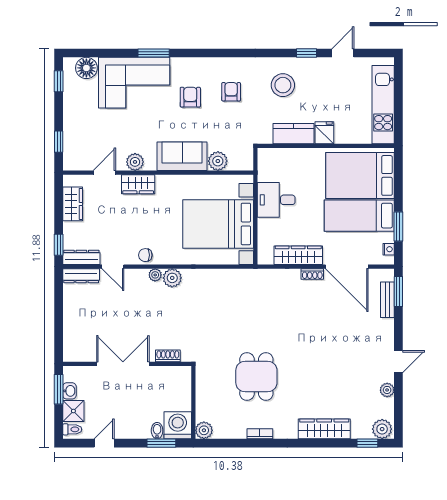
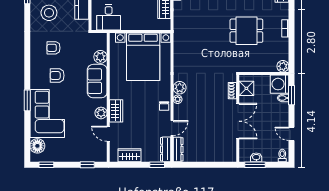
desk: (276, 200) -> (109, 17), moved
double door: (123, 364) -> (238, 121), swing flipped
shower: (73, 411) -> (246, 88), moved

